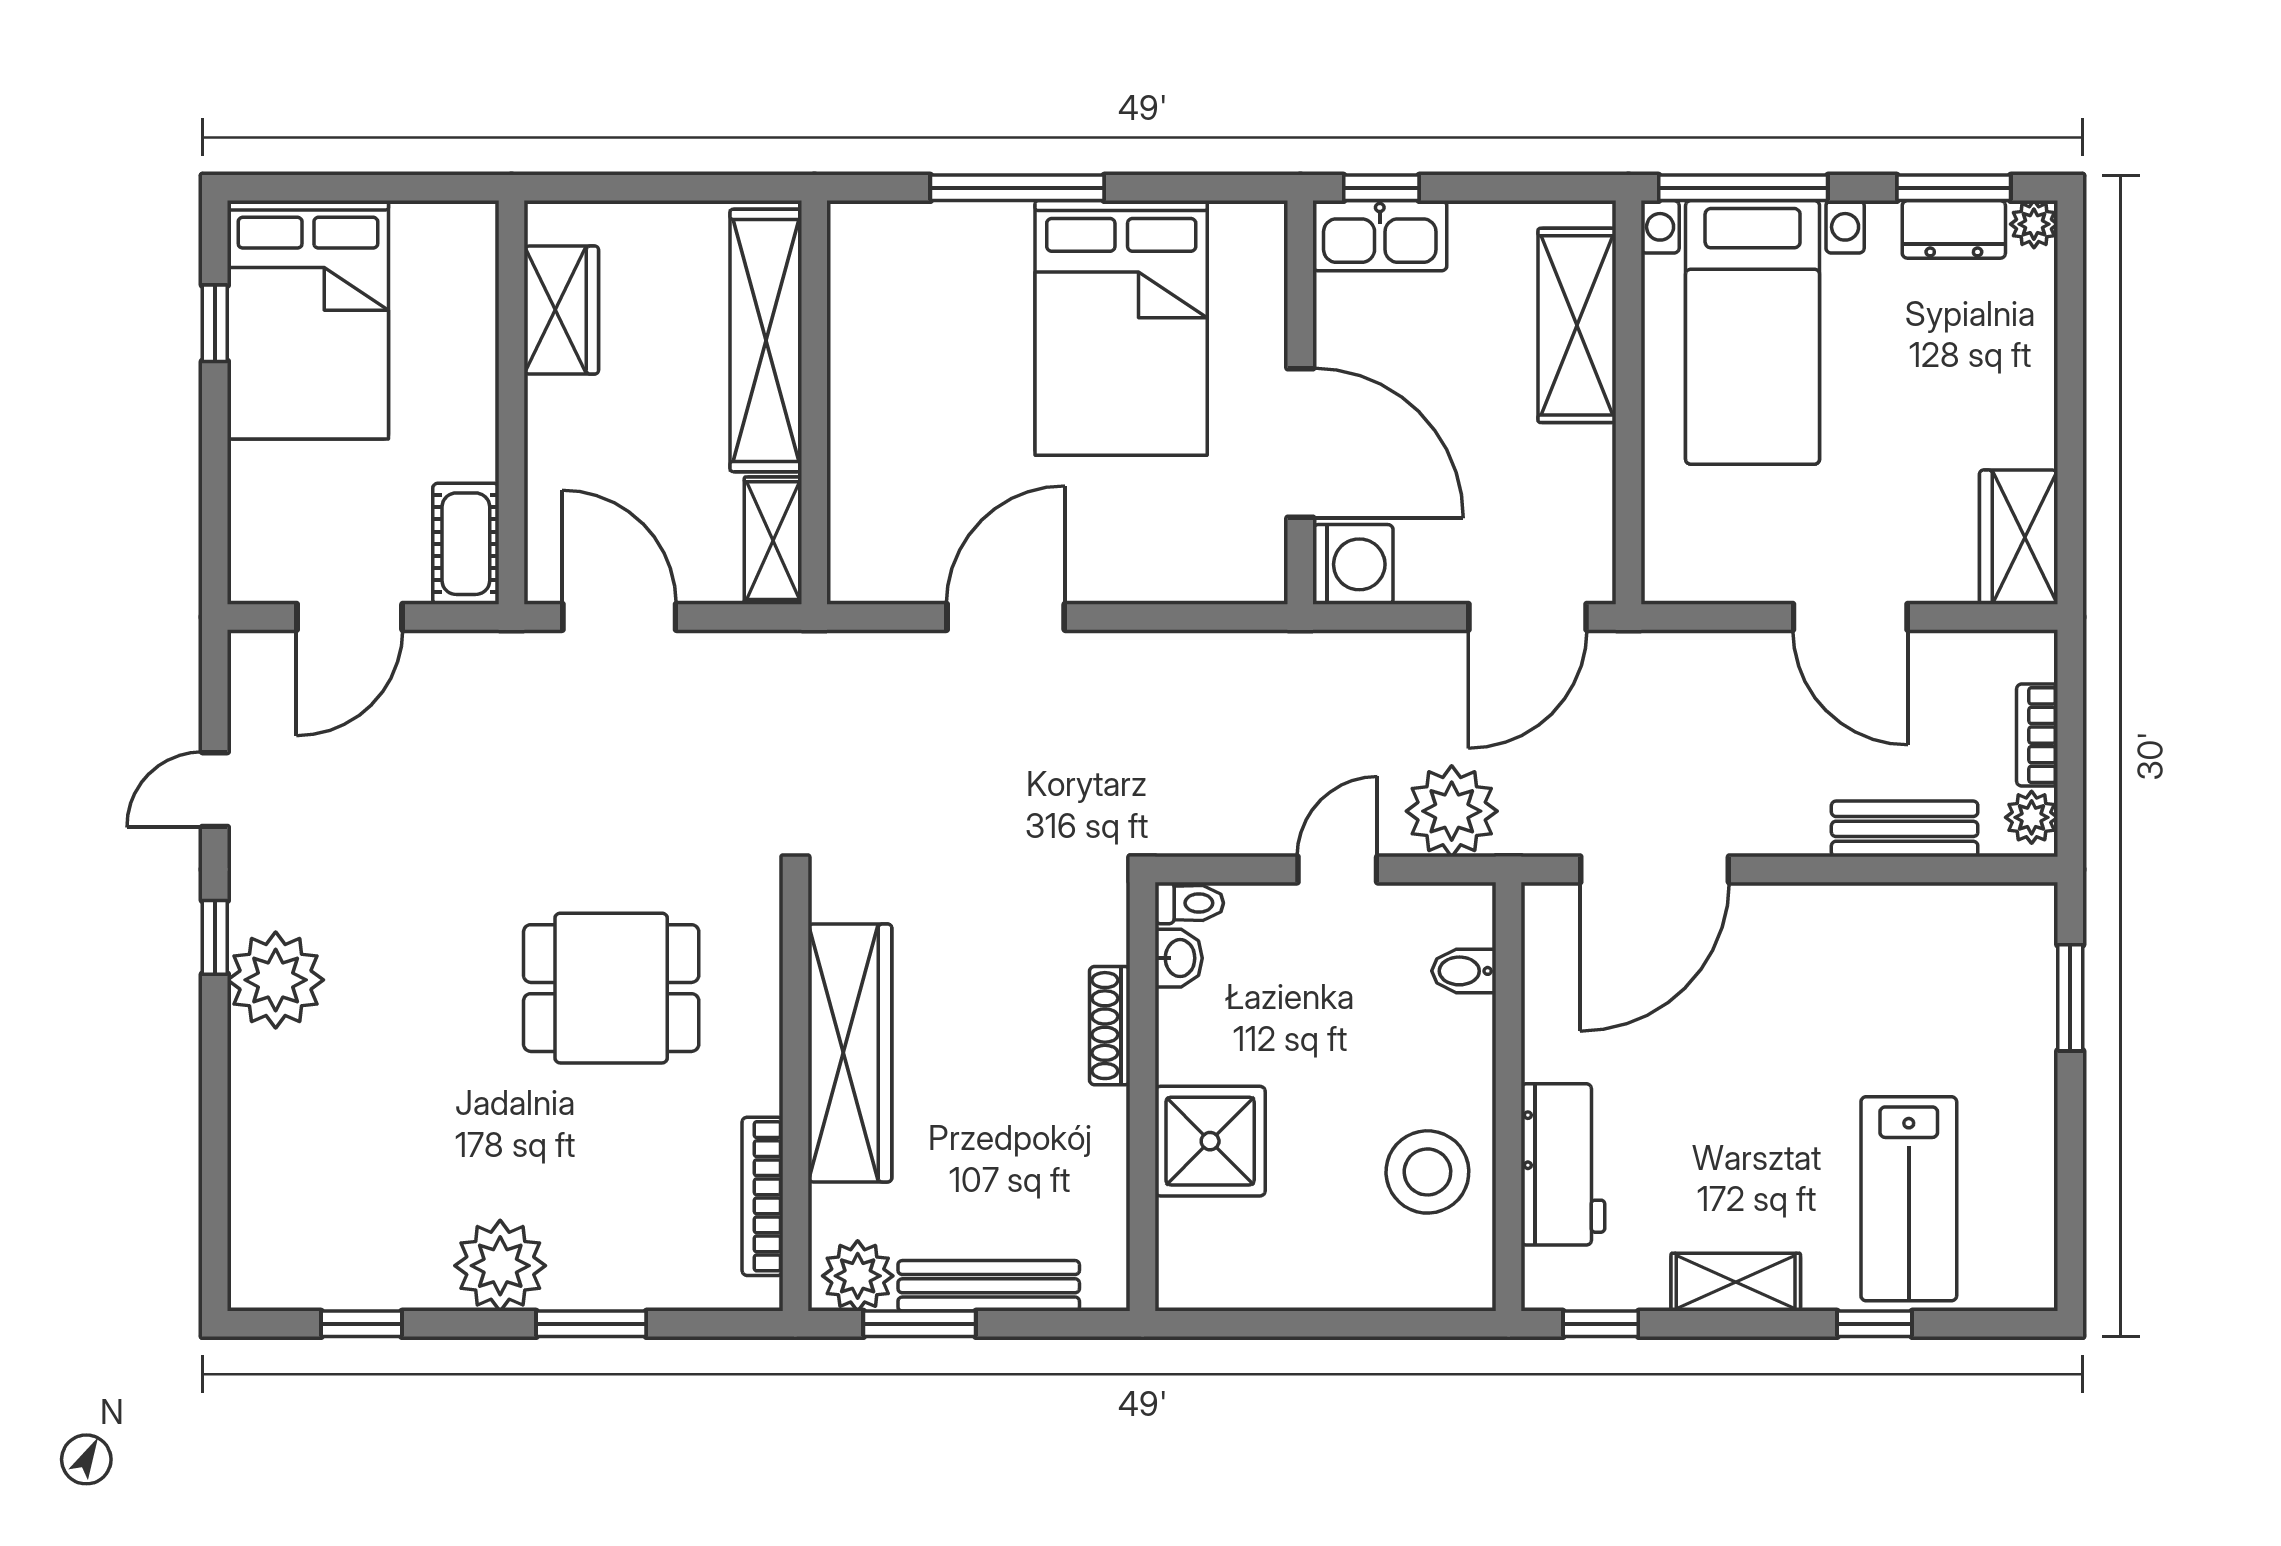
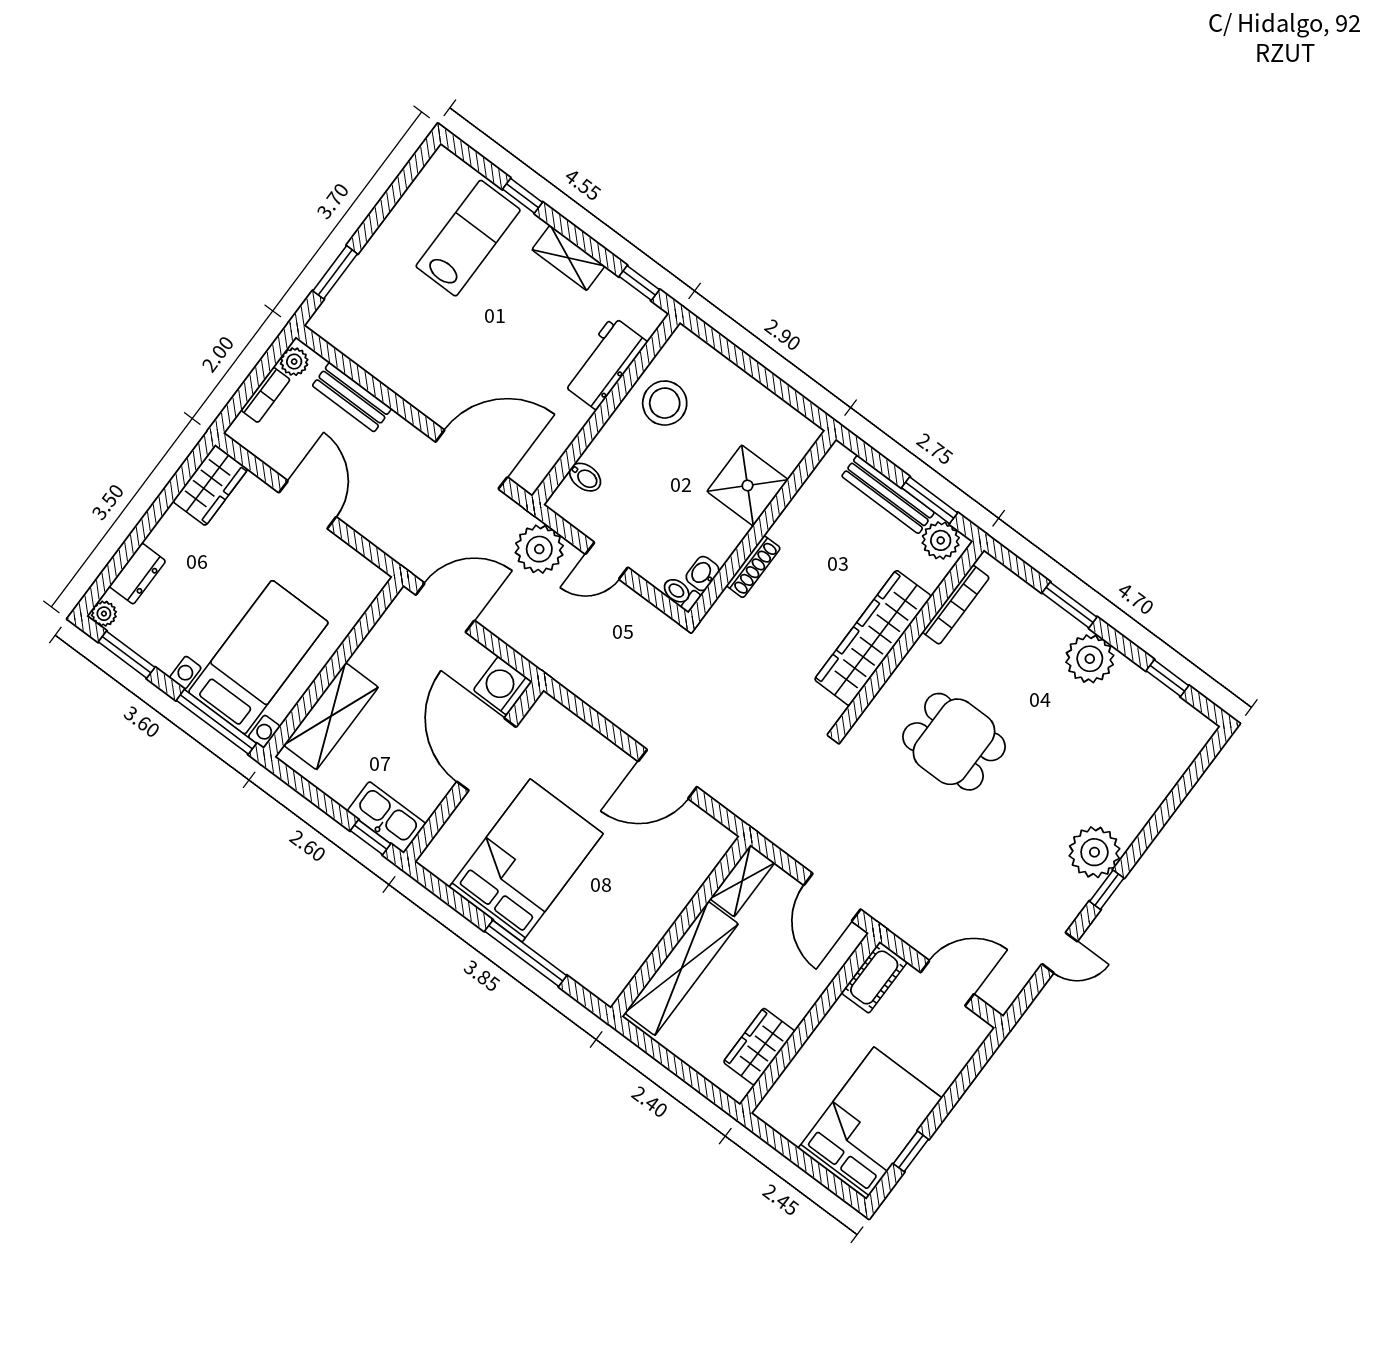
dresser: (1954, 229) -> (137, 574), moved, turned 90

